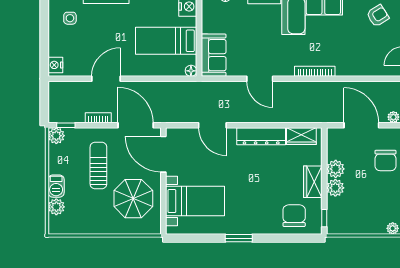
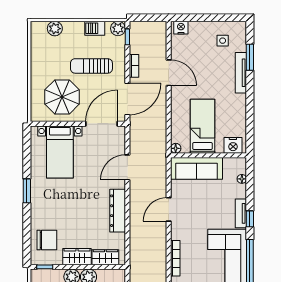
sofa: (214, 55) -> (197, 168), width x1.36
wardrobe: (301, 136) -> (105, 257), moved, turned 90
sun lounger: (98, 166) -> (91, 66), turned 180
barbecue: (56, 186) -> (95, 28), moved

